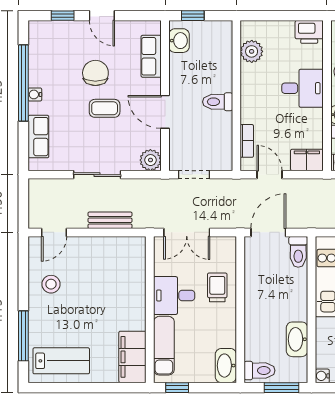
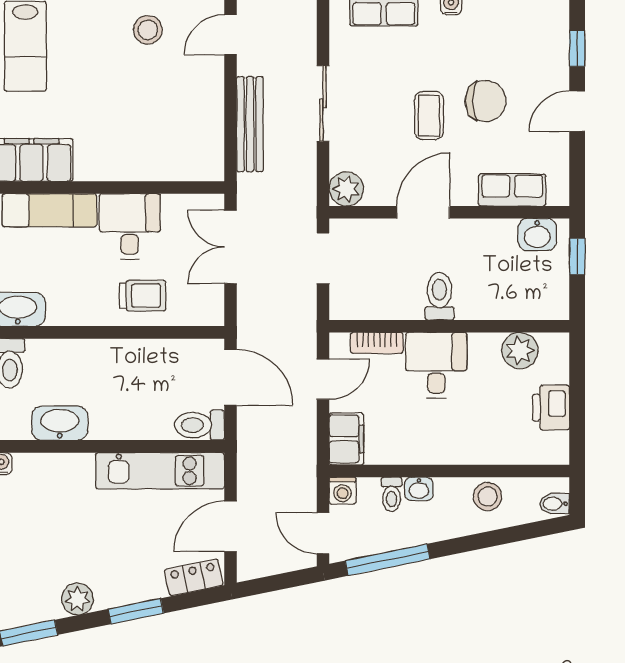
printer: (309, 32) -> (551, 408), moved
desk: (302, 88) -> (436, 365), moved, turned 180
bench: (110, 220) -> (250, 124), width x1.36
door: (54, 232) -> (231, 35), hinge flipped

